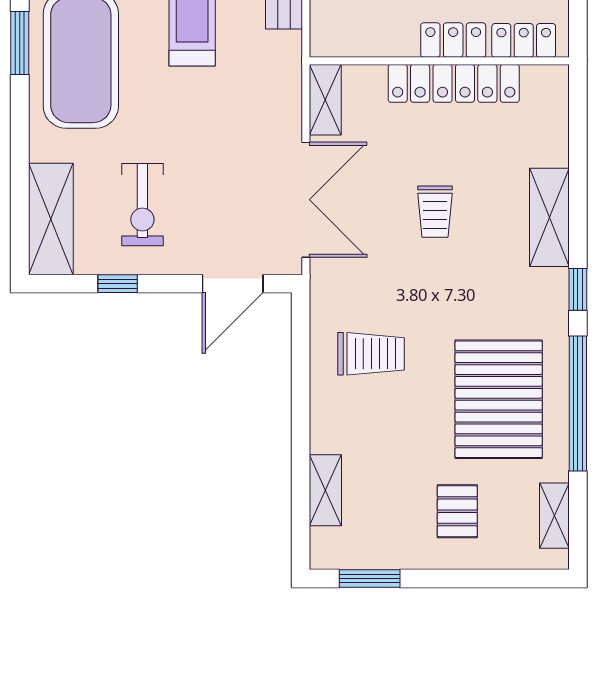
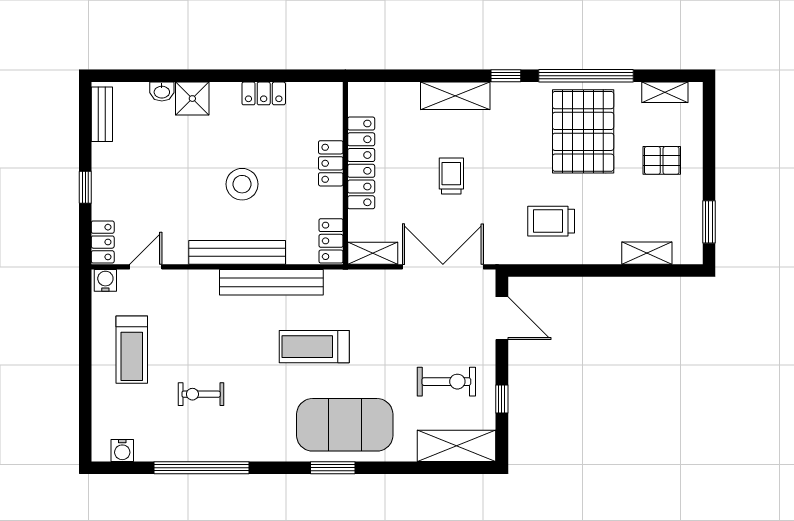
locker: (524, 40) -> (331, 241), moved
trolley: (435, 212) -> (451, 176), turned -90
trolley: (371, 354) -> (551, 221), turned -90
pallet: (499, 399) -> (583, 131), turned 90

